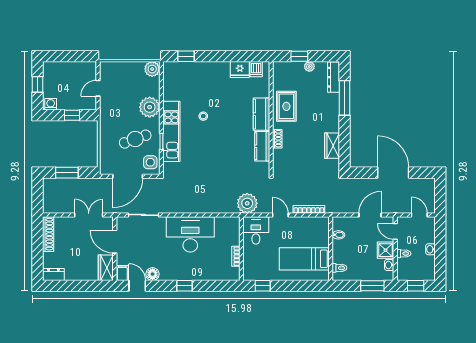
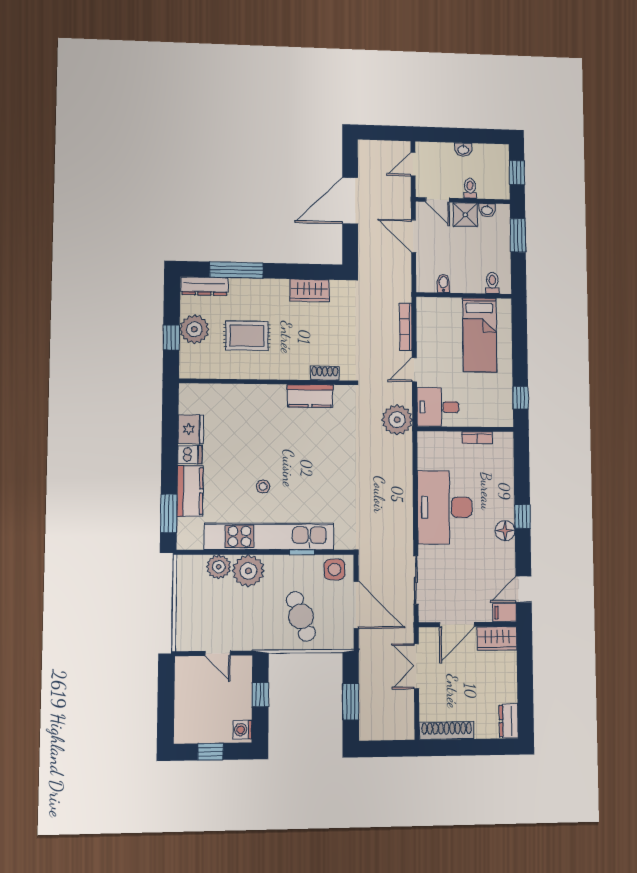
window: (186, 56) -> (169, 513), width x1.50
plant: (309, 67) -> (194, 329), width x1.88, depth x1.88
plant: (152, 69) -> (219, 567), moved
dishwasher: (256, 69) -> (190, 455), moved
rug: (286, 106) -> (247, 336), moved
kitchen counter: (262, 114) -> (190, 491), moved, turned -90
kitchen unit: (171, 131) -> (269, 536), width x1.36
cafe table: (135, 139) -> (301, 616), moved
shoe rack: (277, 139) -> (325, 373), moved
door: (395, 231) -> (438, 200), hinge flipped
floor lamp: (153, 274) -> (505, 531), moved

